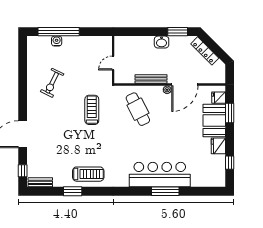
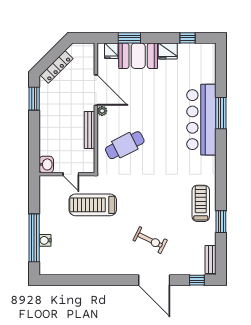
washbasin: (162, 42) -> (46, 164), moved
exercise bike: (52, 83) -> (150, 240), moved
treadmill: (92, 110) -> (93, 205), moved, width x1.37, depth x1.38

